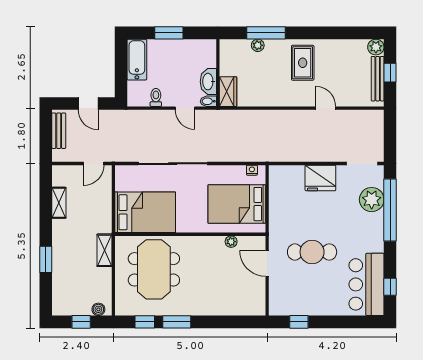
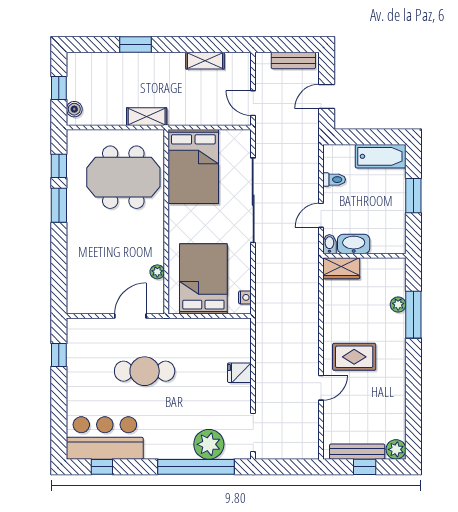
rug: (303, 63) -> (354, 357), moved
fridge: (320, 178) -> (239, 373), width x0.53, depth x0.75
cafe table: (312, 252) -> (145, 371), turned 90

